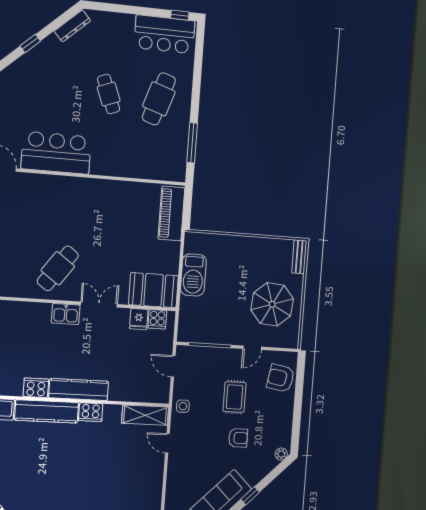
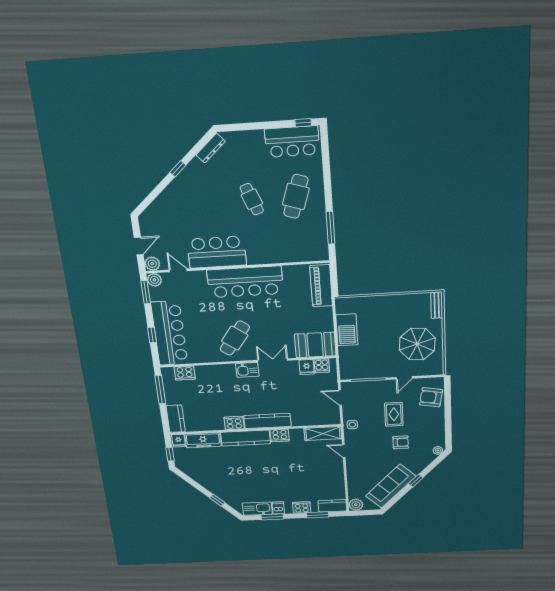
bar counter: (83, 196) -> (245, 282), added

